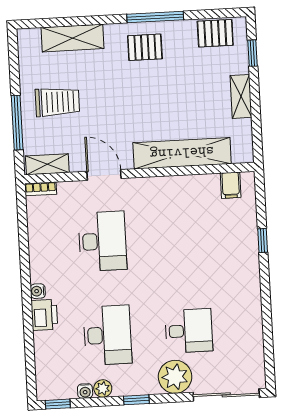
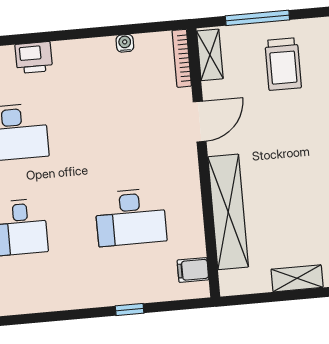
bookcase: (41, 189) -> (182, 58), width x1.56
desk: (102, 241) -> (131, 217), moved
water cooler: (38, 291) -> (125, 43), moved

